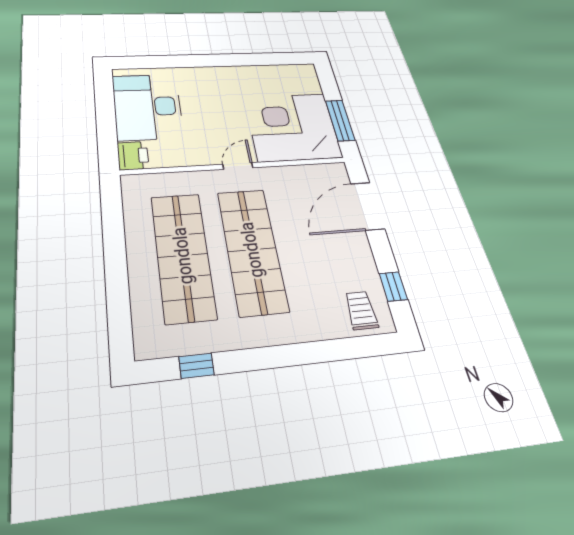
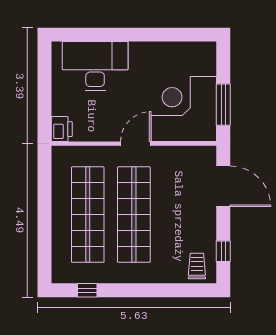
desk: (147, 107) -> (95, 66), moved, turned 90
door: (238, 166) -> (136, 144), width x1.38
door: (367, 206) -> (223, 186), swing flipped

